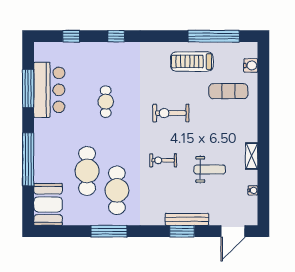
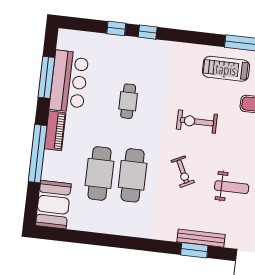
window: (71, 36) -> (116, 28), moved
piano: (42, 136) -> (55, 131), added
exercise bike: (163, 160) -> (183, 172), turned -116
cafe table: (117, 190) -> (133, 175), moved
window: (109, 231) -> (116, 241), removed

